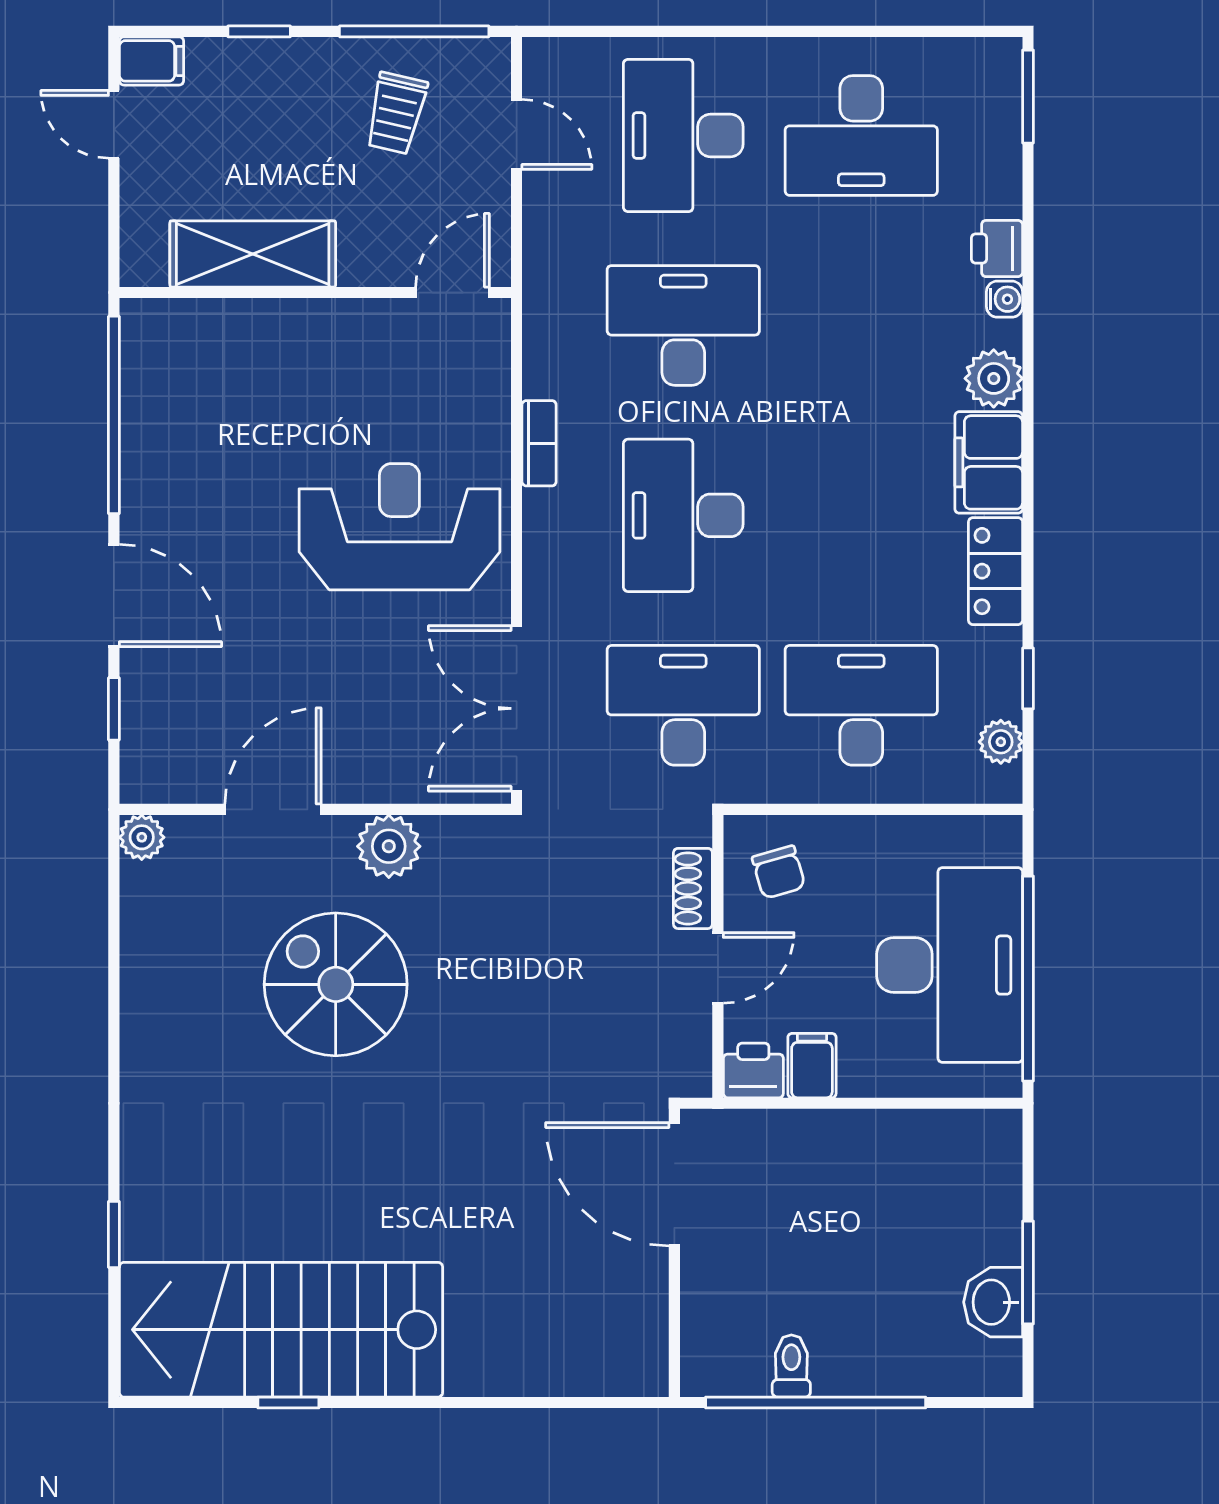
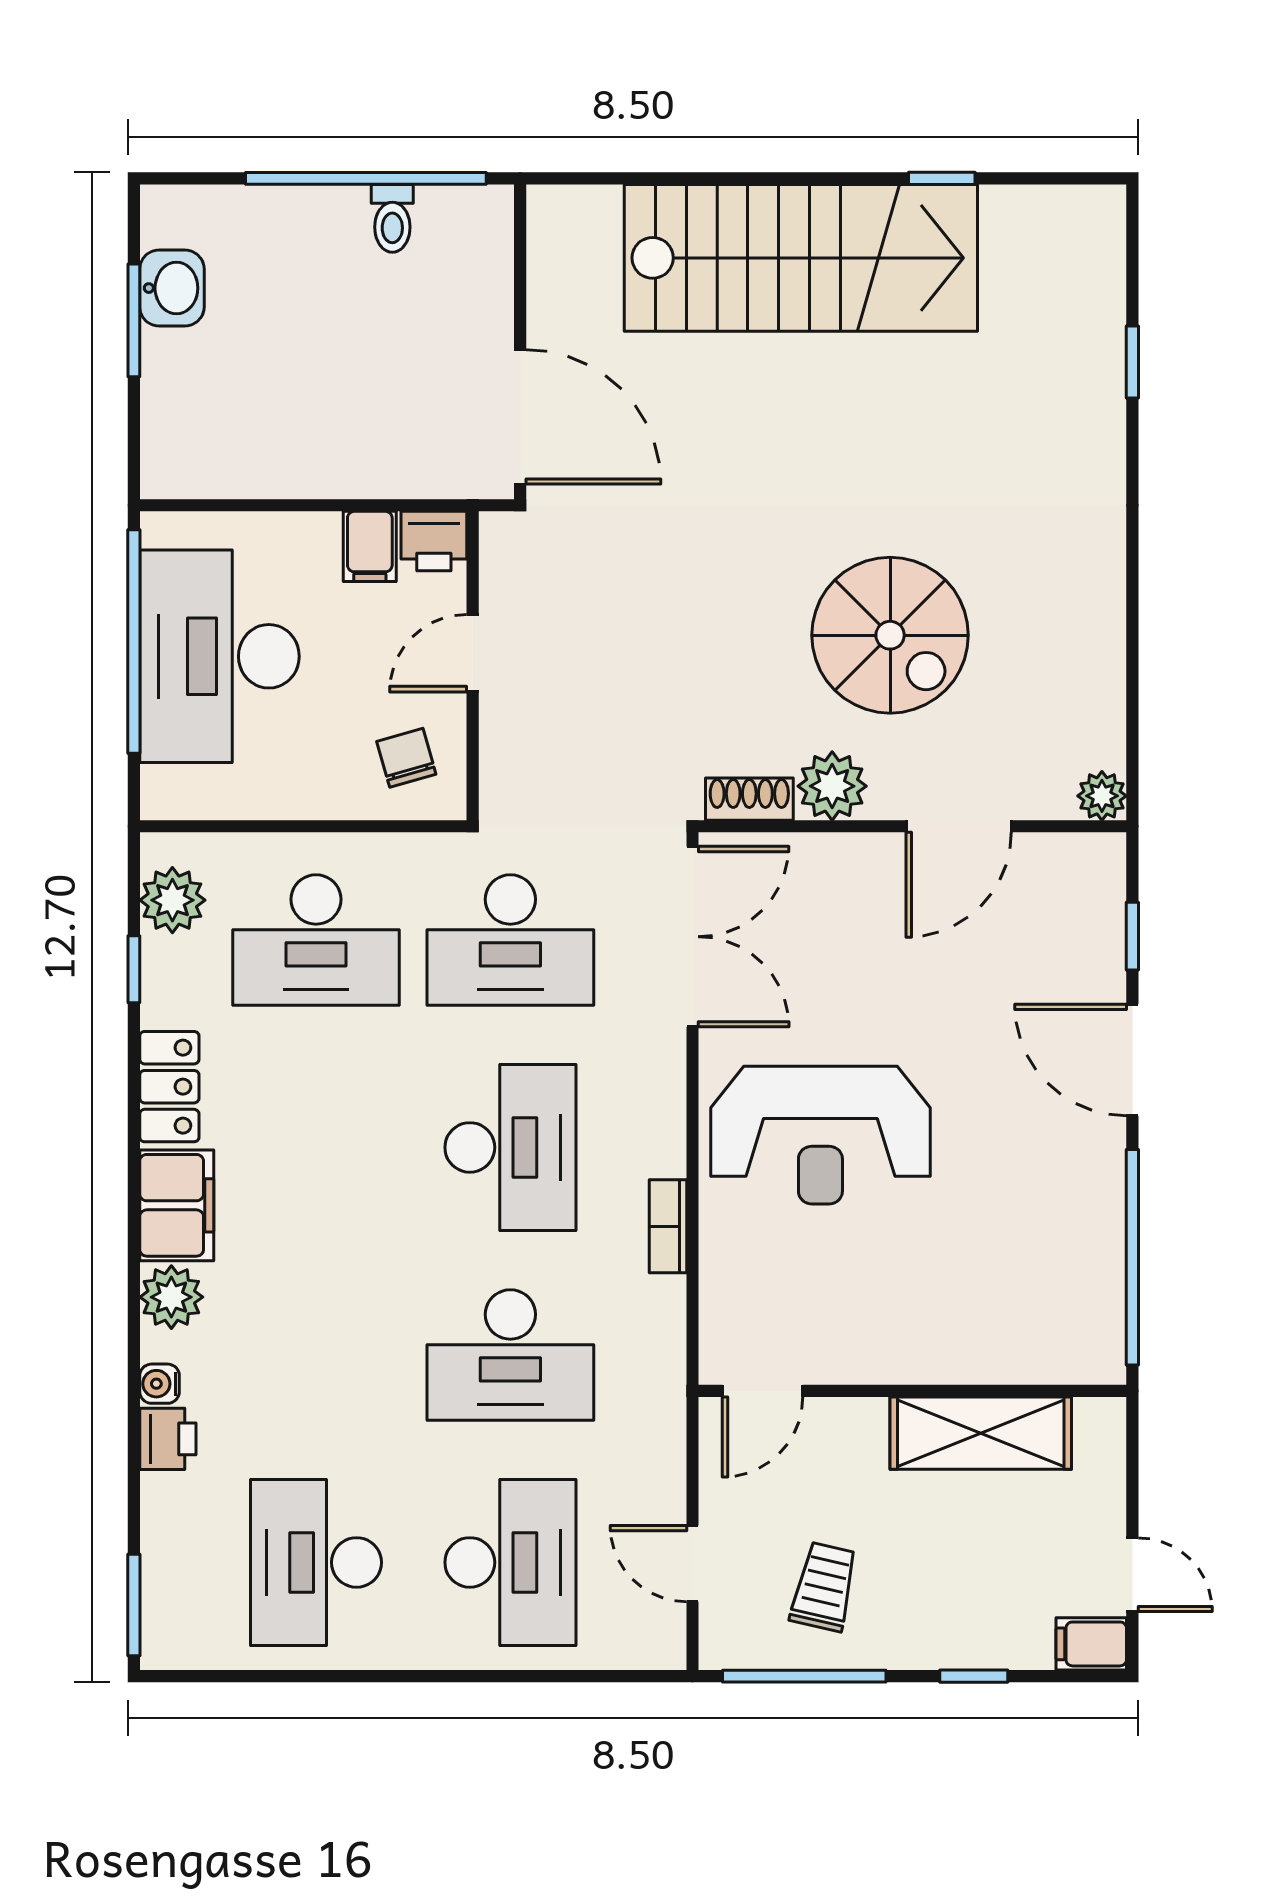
desk: (861, 135) -> (316, 1562), turned -90
plant: (1001, 742) -> (172, 900), width x1.38, depth x1.38
shoe rack: (693, 888) -> (749, 799), moved, turned -90
stairs: (281, 1330) -> (801, 258), moved

